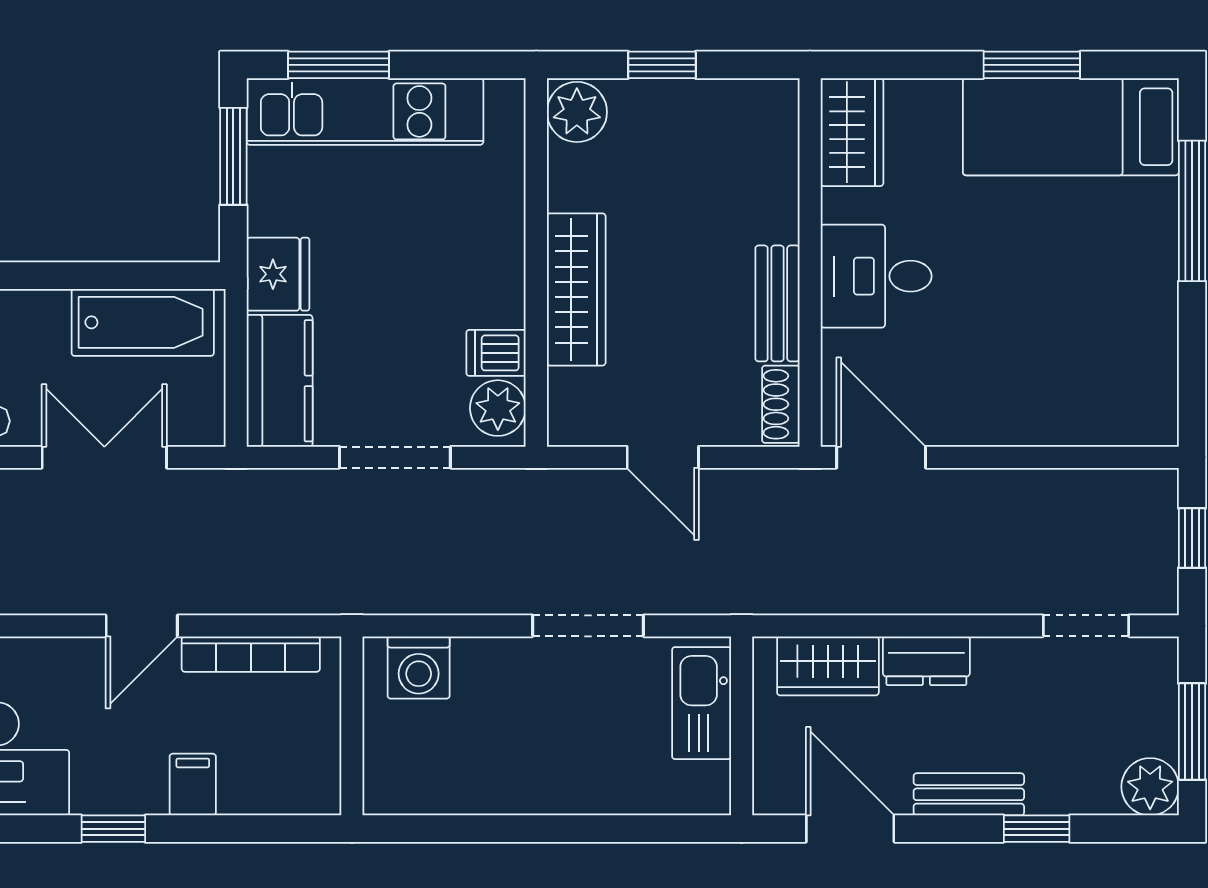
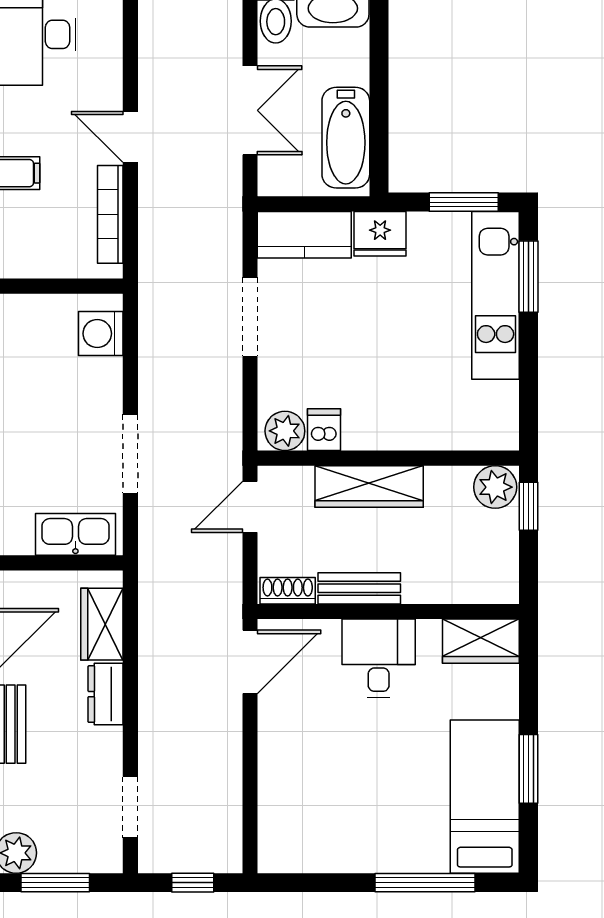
plant: (577, 112) -> (495, 487), moved
wall: (536, 262) -> (388, 458), moved
wardrobe: (576, 289) -> (369, 487), moved
dishwasher: (496, 353) -> (324, 430), moved
plant: (498, 408) -> (285, 431), moved

